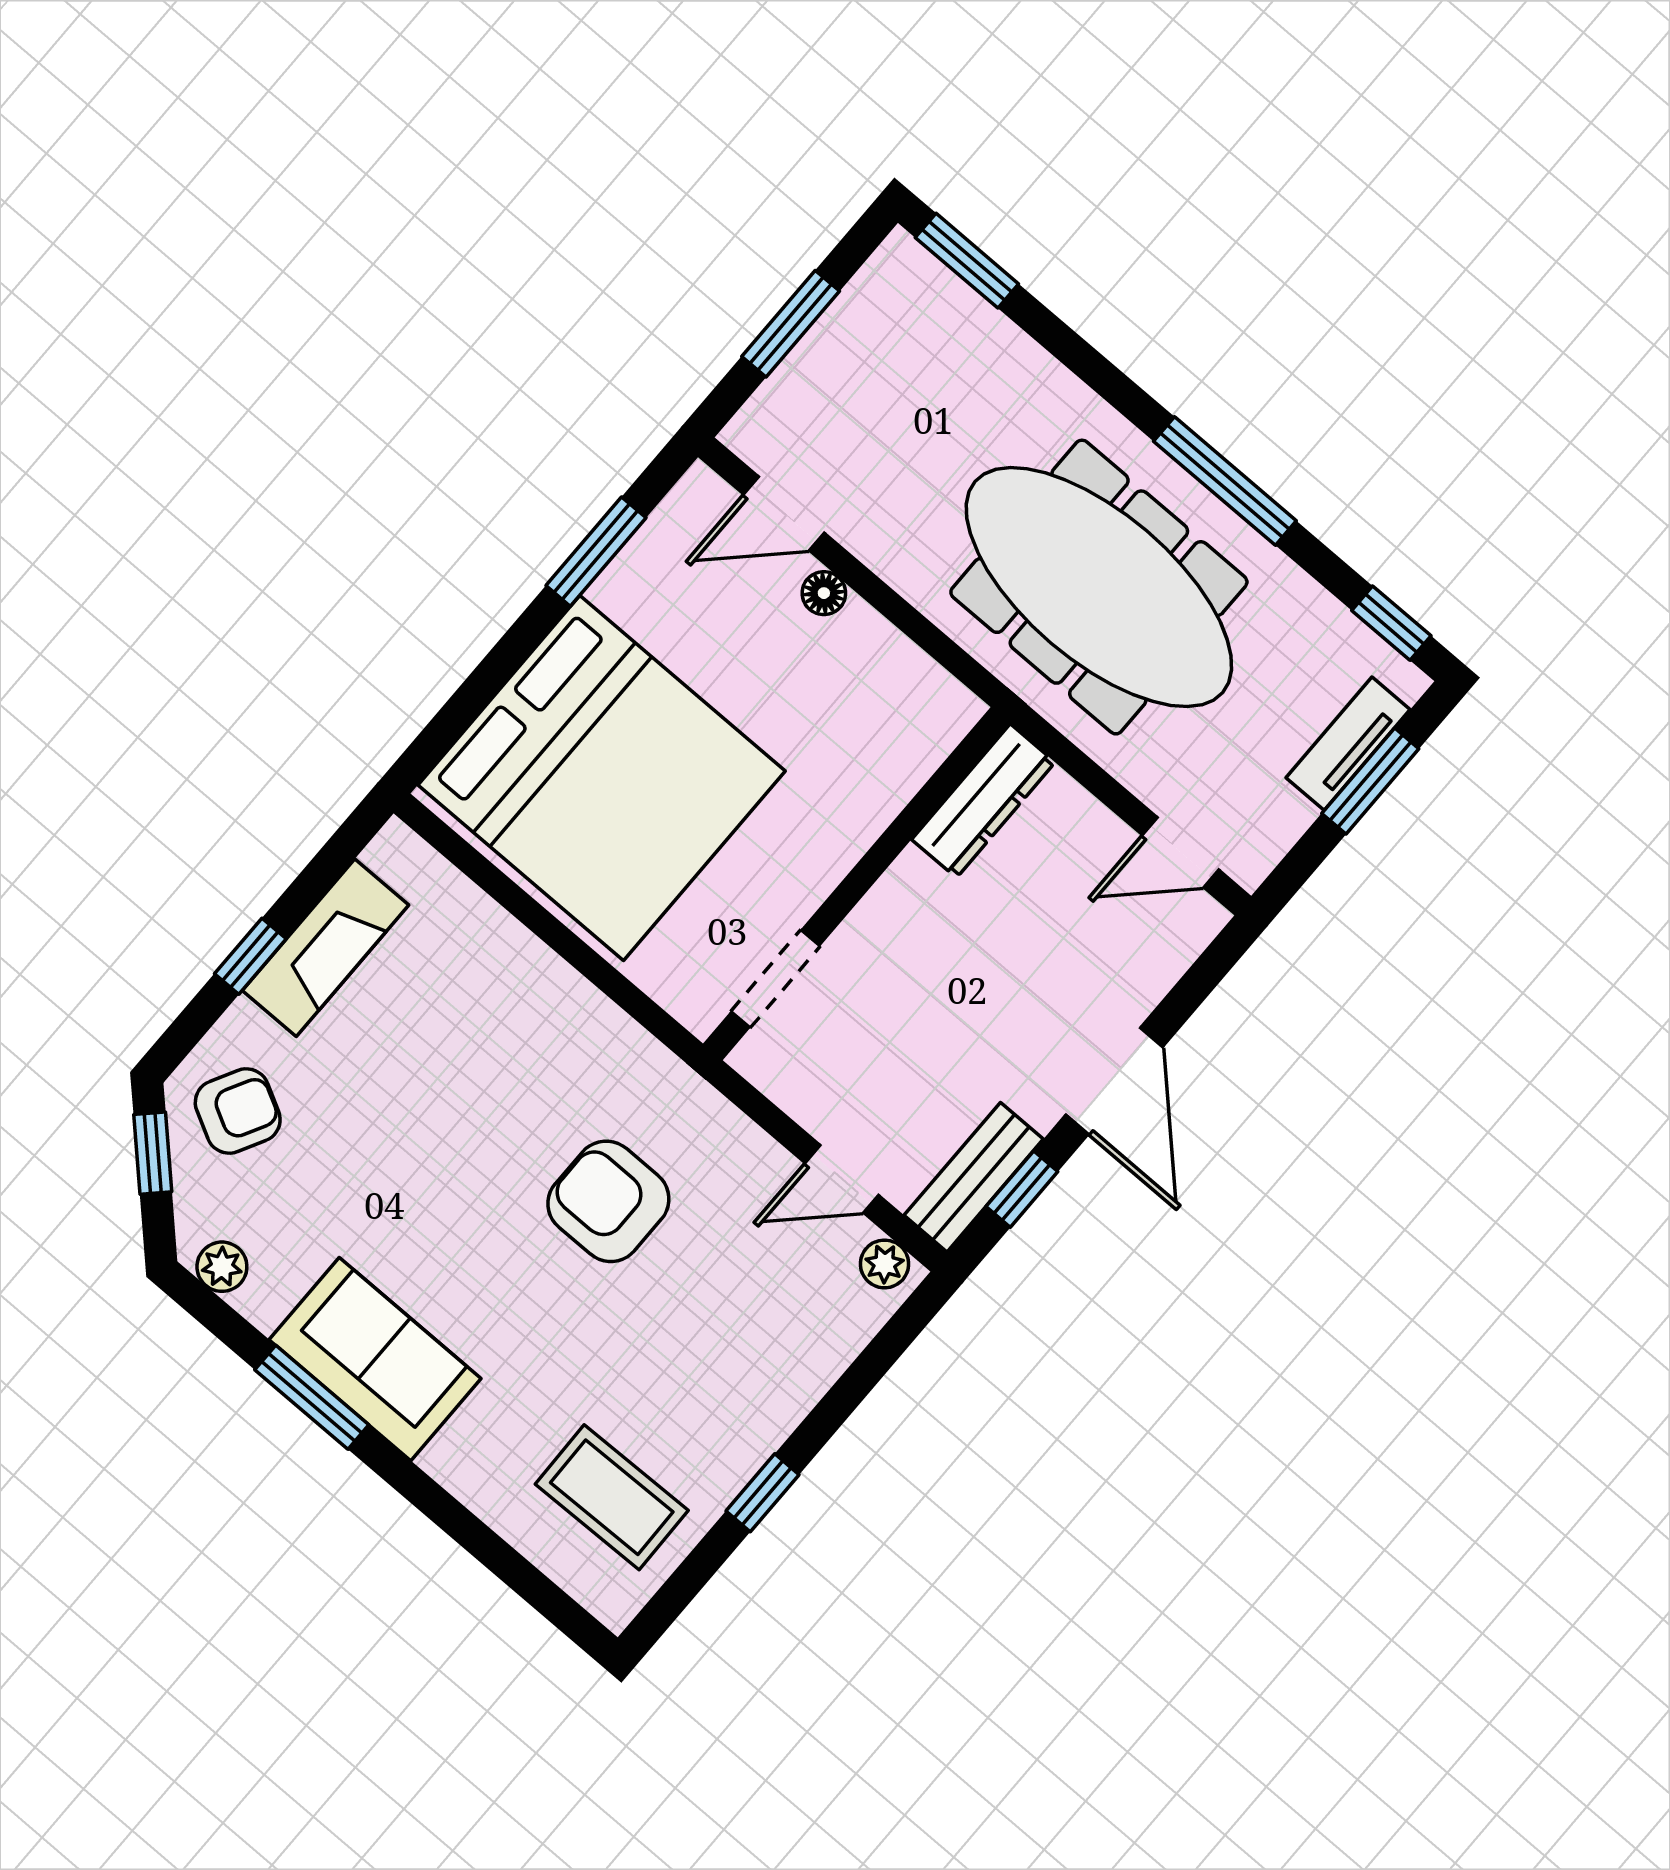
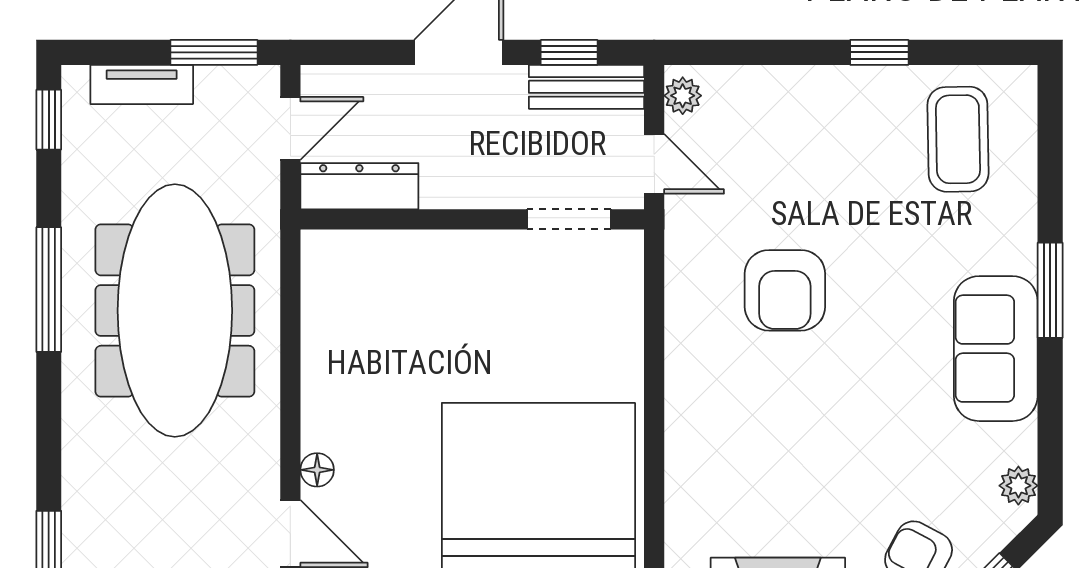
window: (1370, 781) -> (214, 52), moved
dresser: (983, 801) -> (359, 186), moved
door: (1181, 852) -> (290, 128), hinge flipped
wall: (857, 884) -> (472, 219), moved
doorway: (776, 979) -> (569, 219), moved
window: (312, 1397) -> (1050, 290), moved

